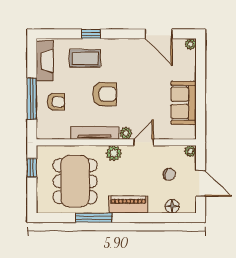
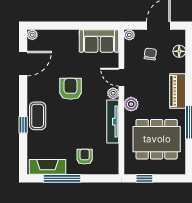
coffee table: (85, 58) -> (38, 116), moved
armchair: (104, 94) -> (71, 89), moved
window: (32, 99) -> (62, 178), moved
sofa: (184, 103) -> (99, 41), moved

